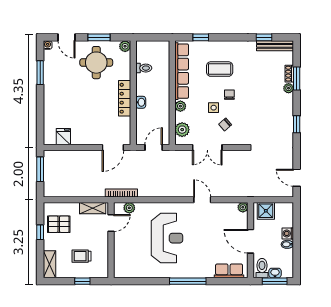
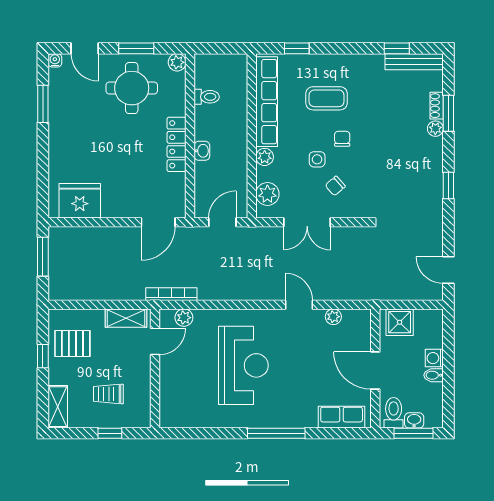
fridge: (63, 137) -> (80, 201), width x1.88, depth x1.34
plant: (243, 207) -> (333, 317), moved

